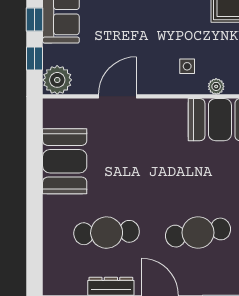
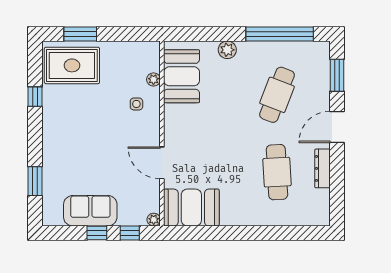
plant: (57, 80) -> (154, 220), width x0.53, depth x0.53
booth: (65, 161) -> (191, 208), moved
cafe table: (198, 233) -> (277, 95), turned 30

